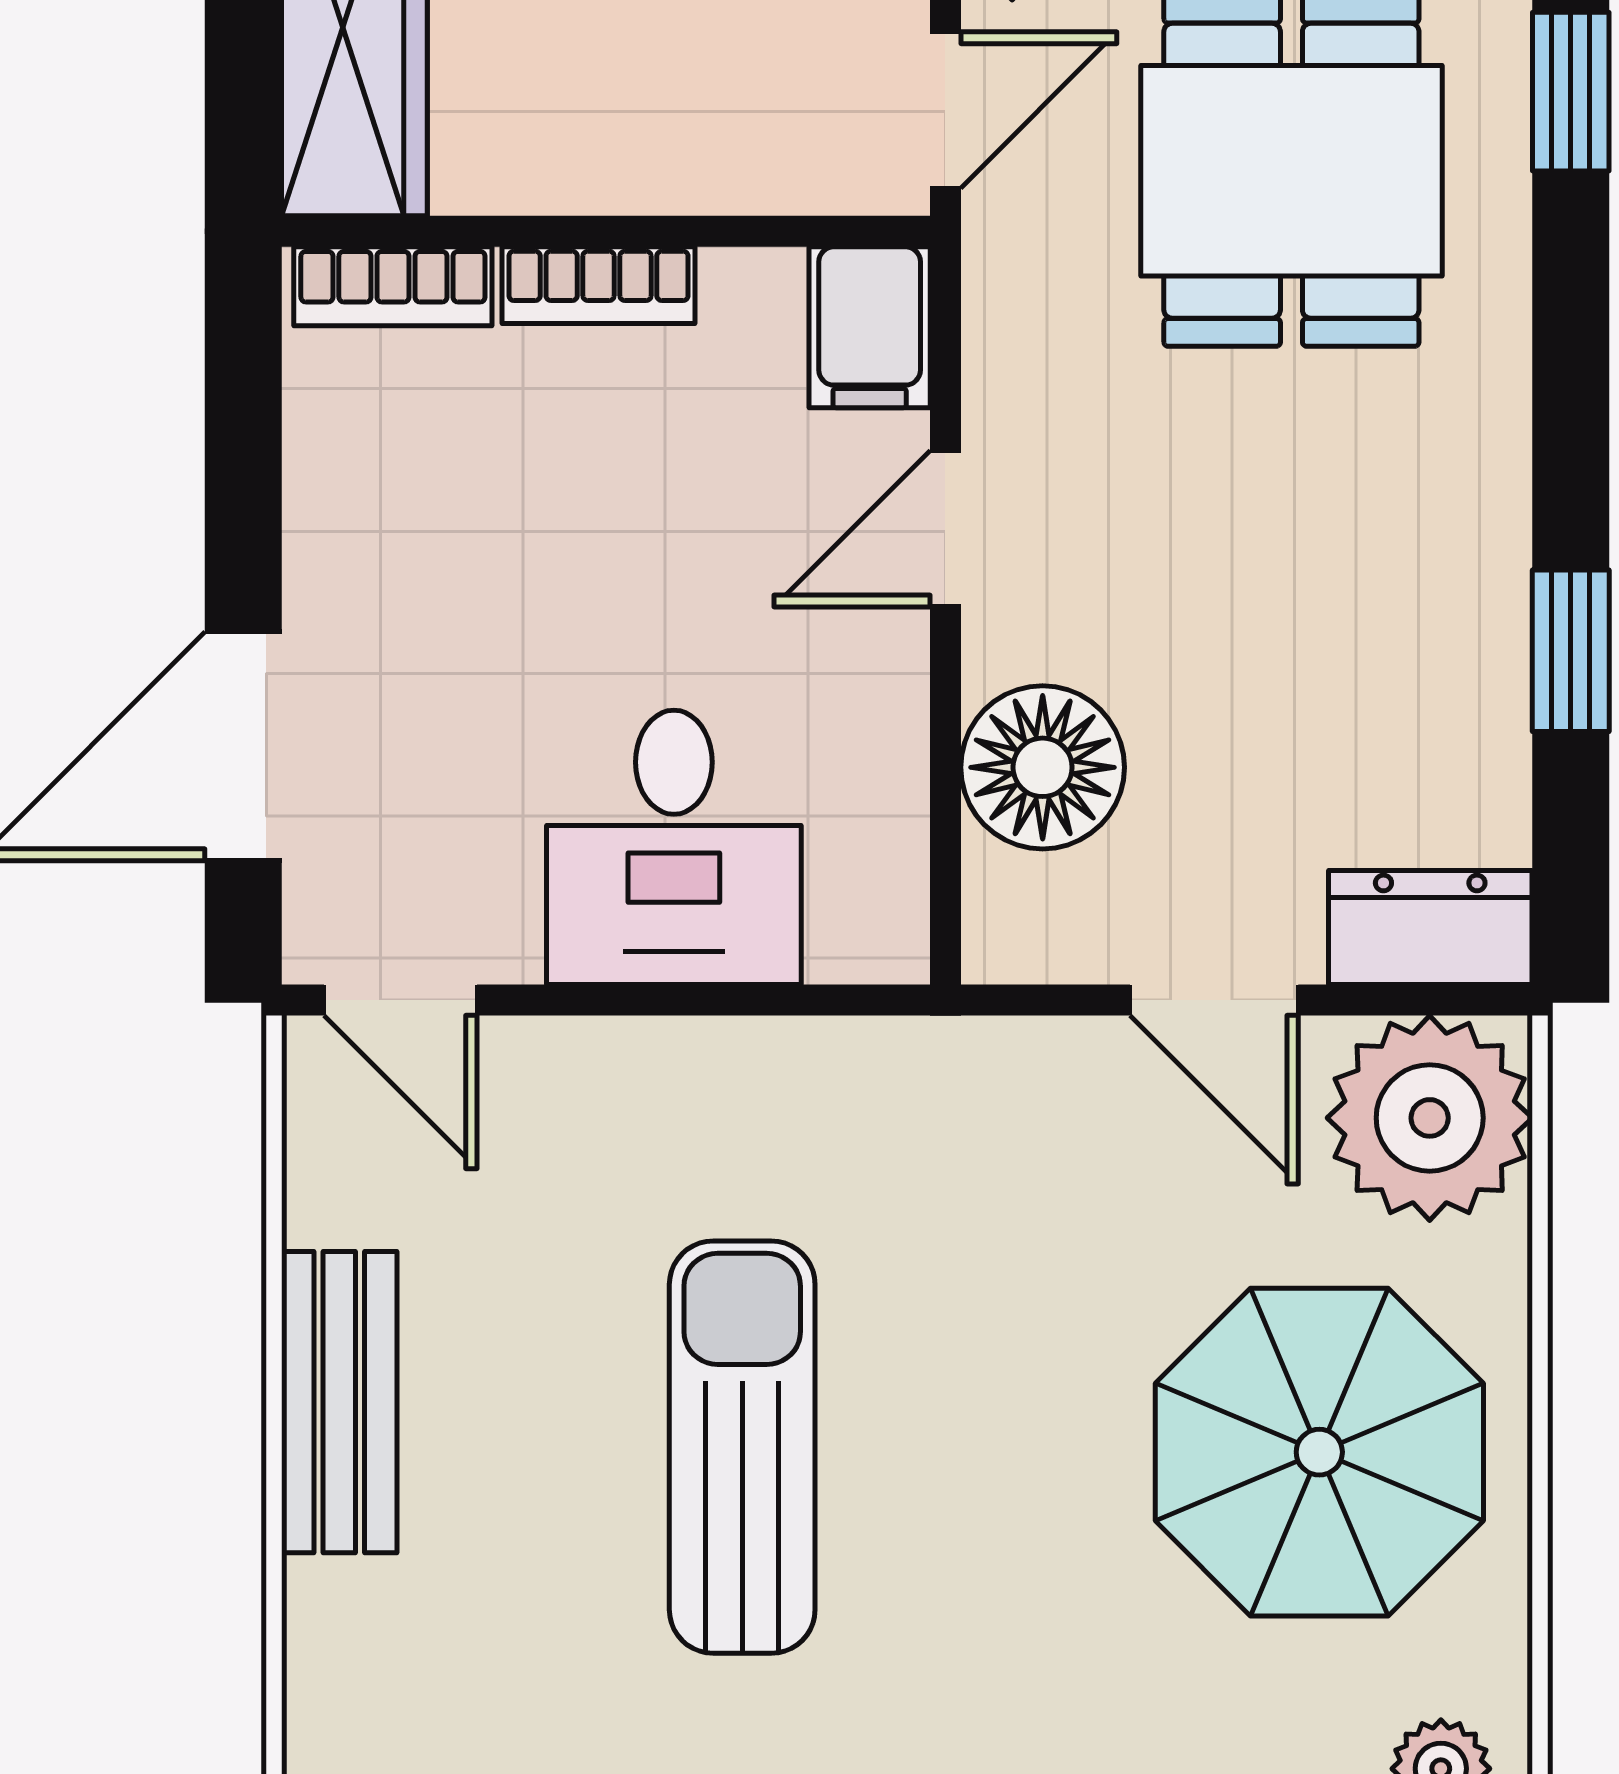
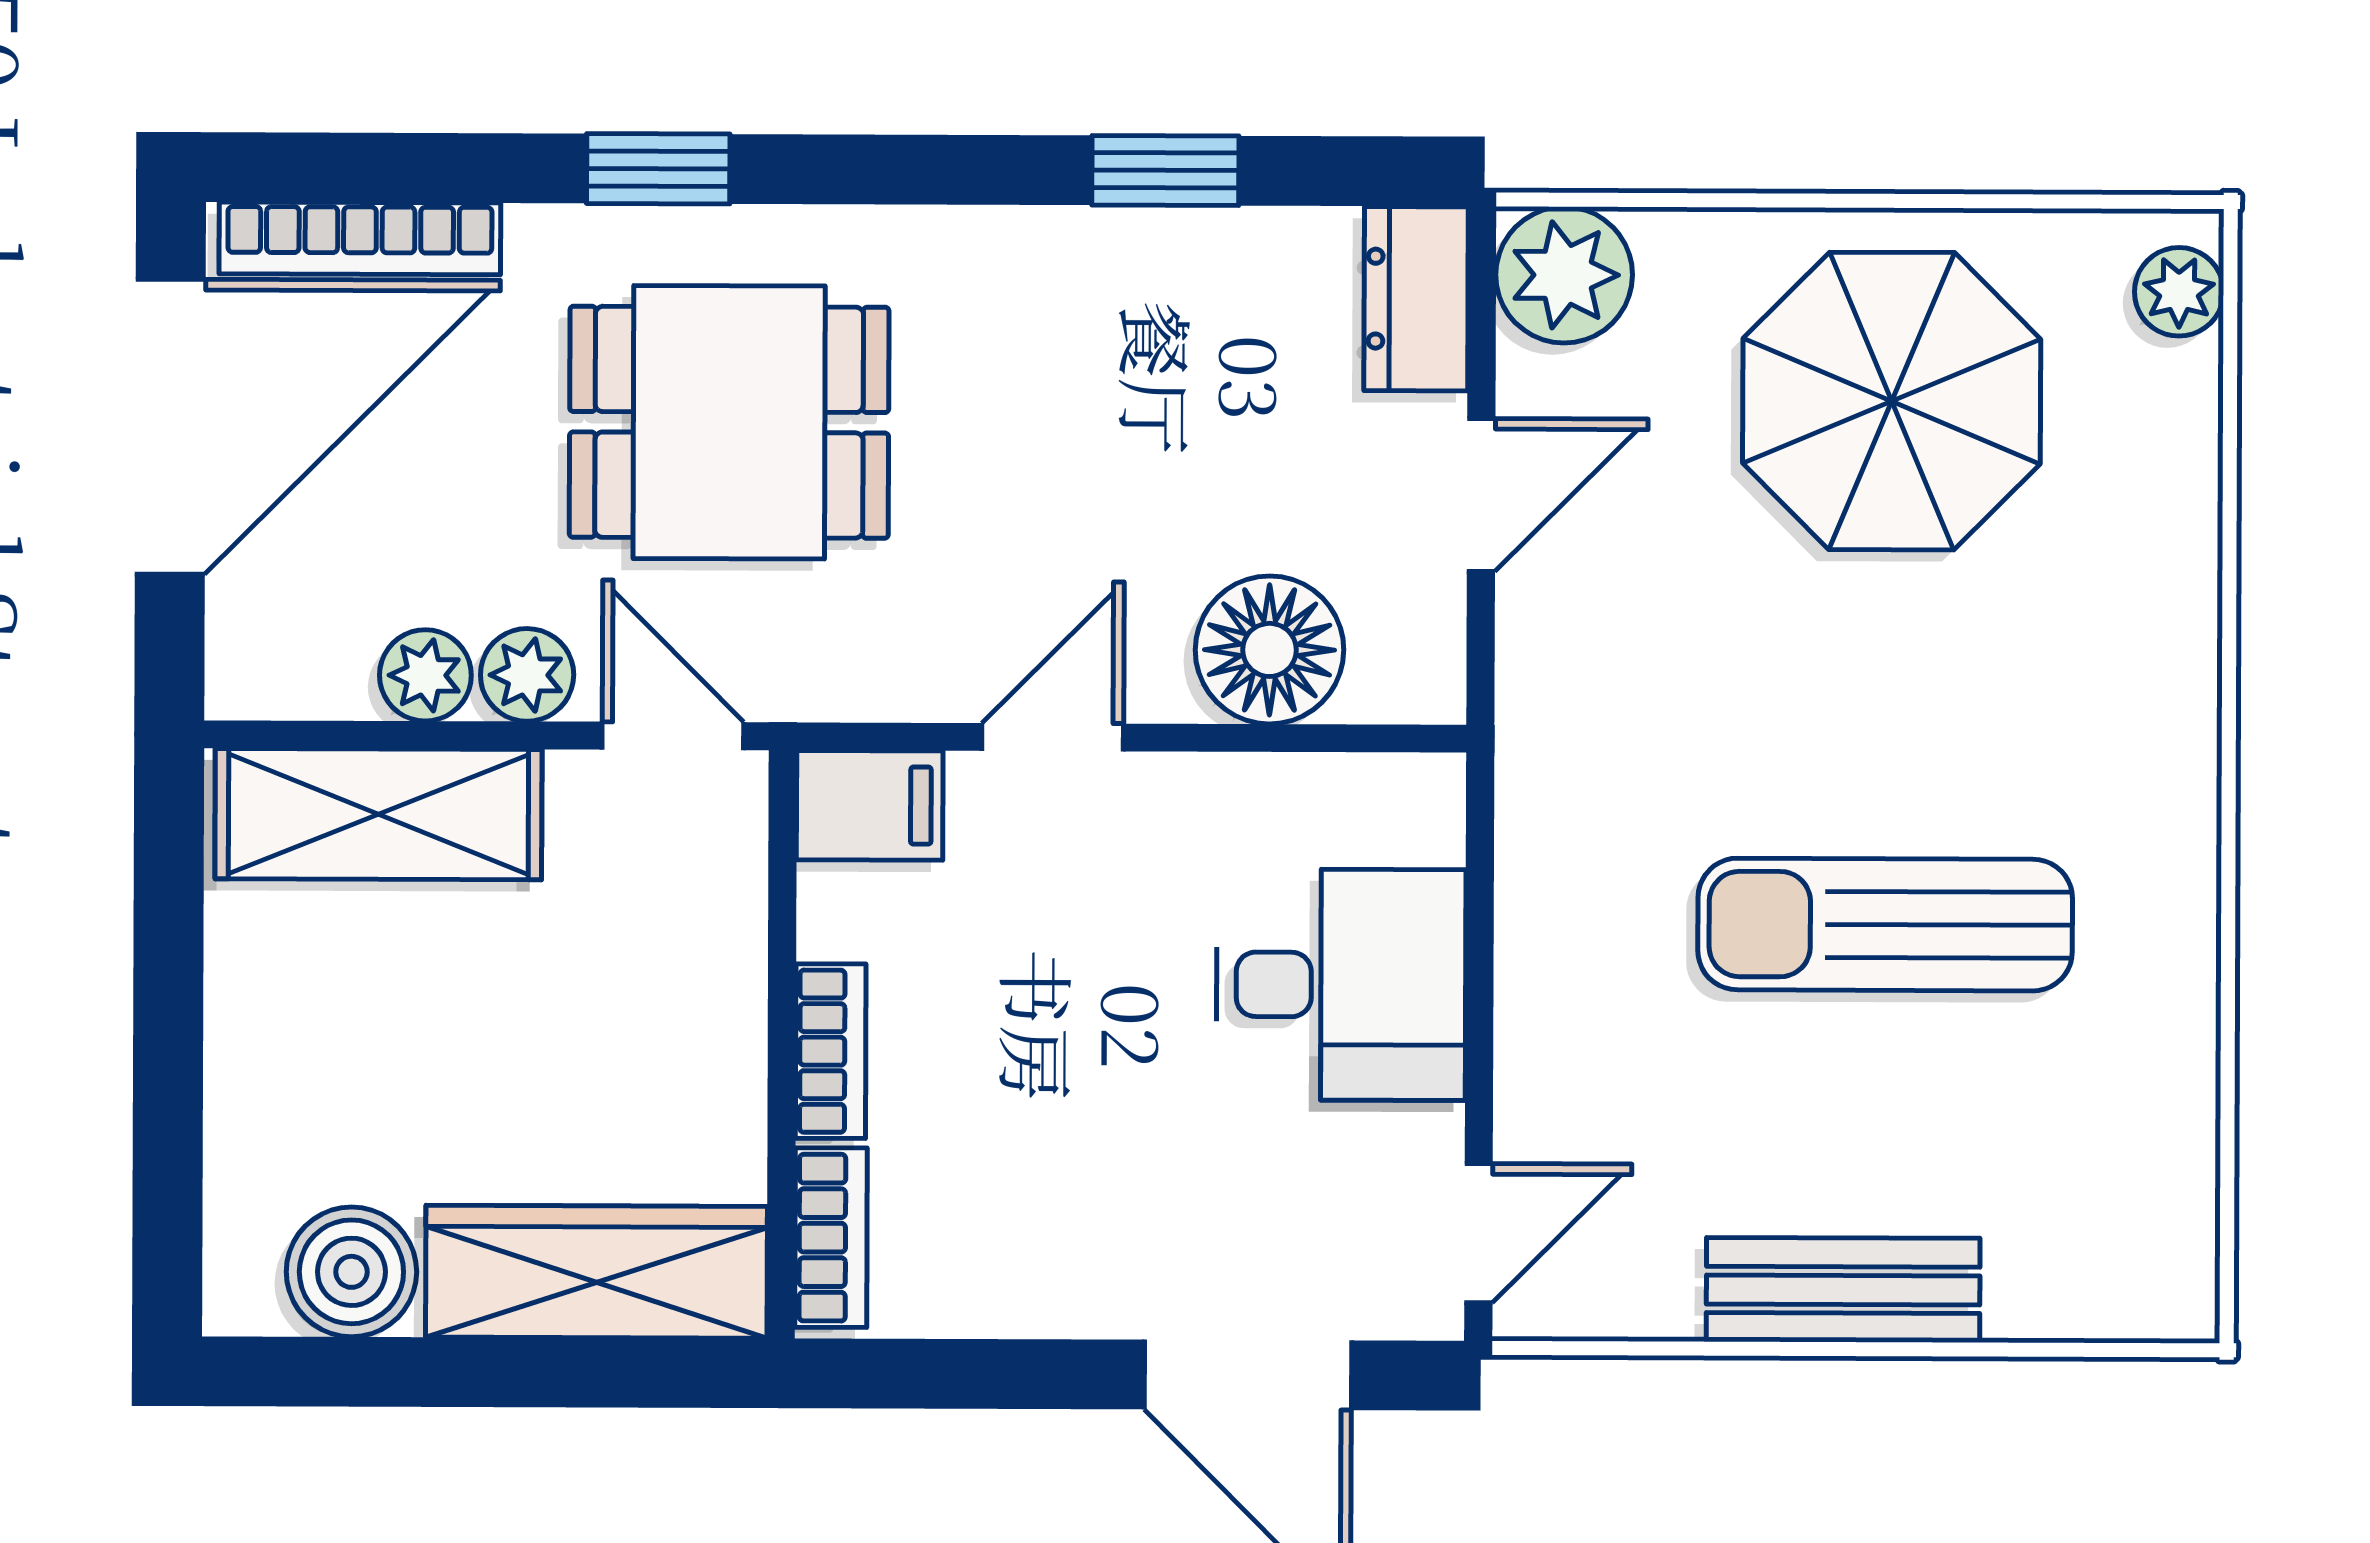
door: (945, 529) -> (1053, 737), swing flipped
plant: (1430, 1118) -> (1564, 275), width x0.73, depth x0.73

